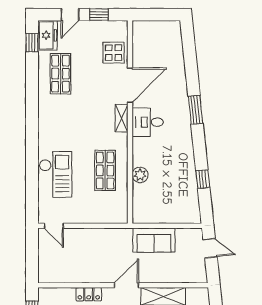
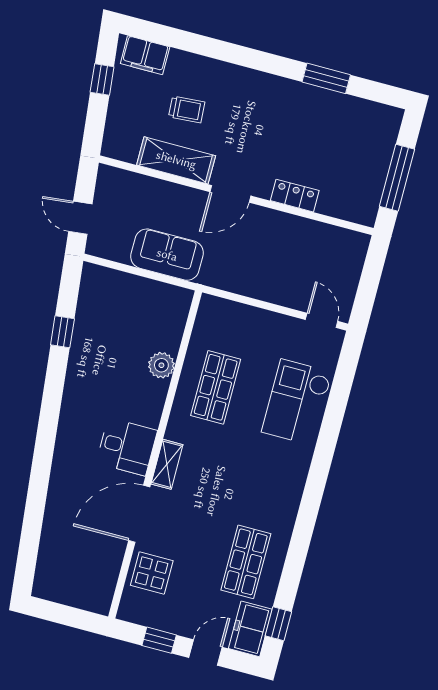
window: (196, 110) -> (45, 446), removed

